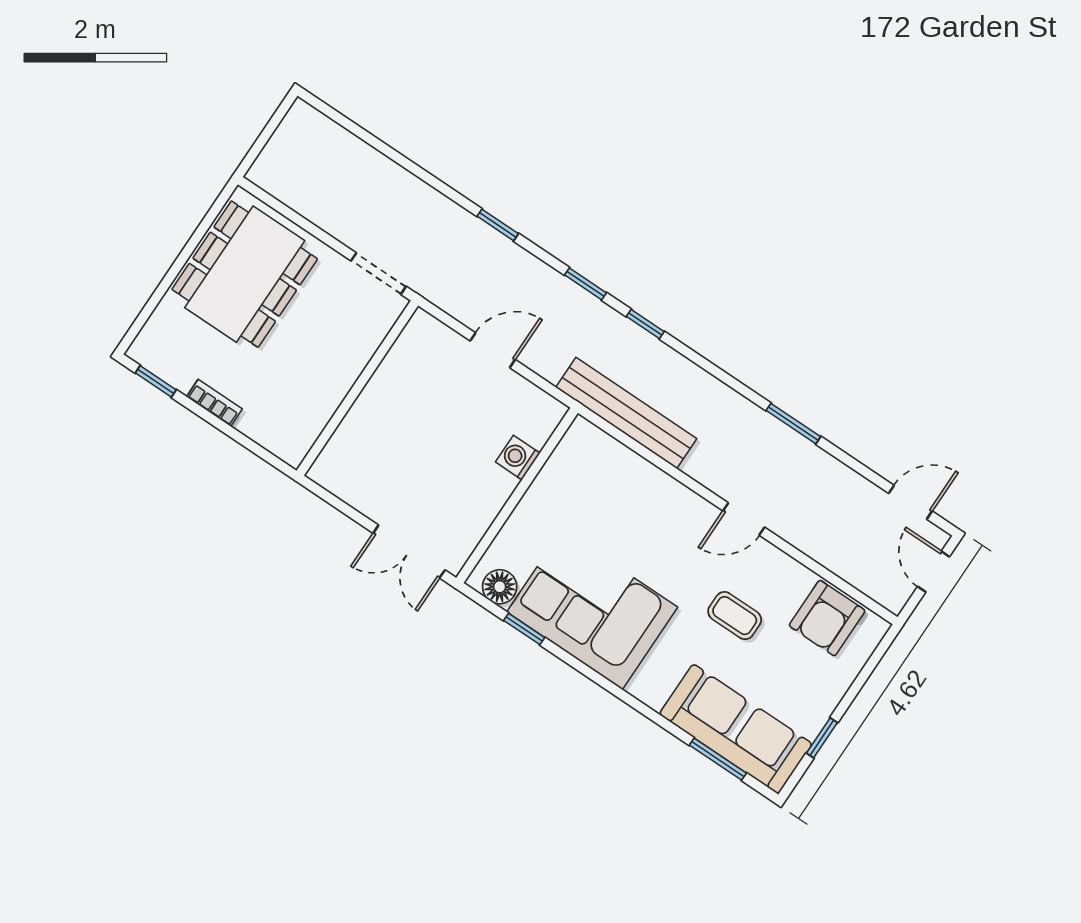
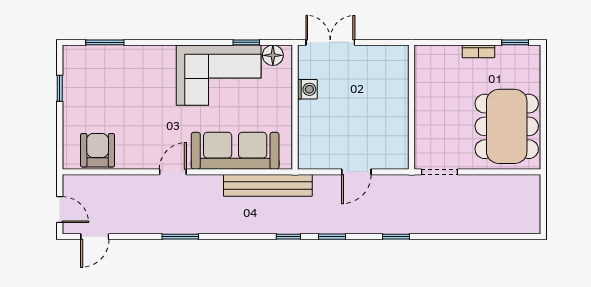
washing machine: (518, 458) -> (307, 89), moved
coffee table: (735, 616) -> (145, 120), removed
sofa: (736, 729) -> (235, 151), moved, turned 180

